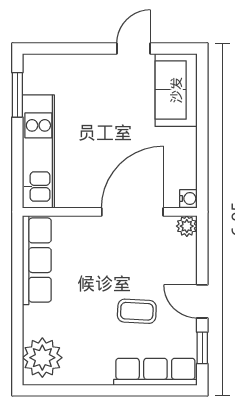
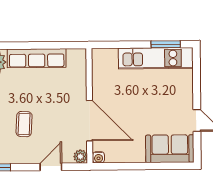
kitchen unit: (38, 151) -> (156, 58), moved
row of seats: (37, 260) -> (37, 58), moved
door: (202, 301) -> (51, 167), moved

